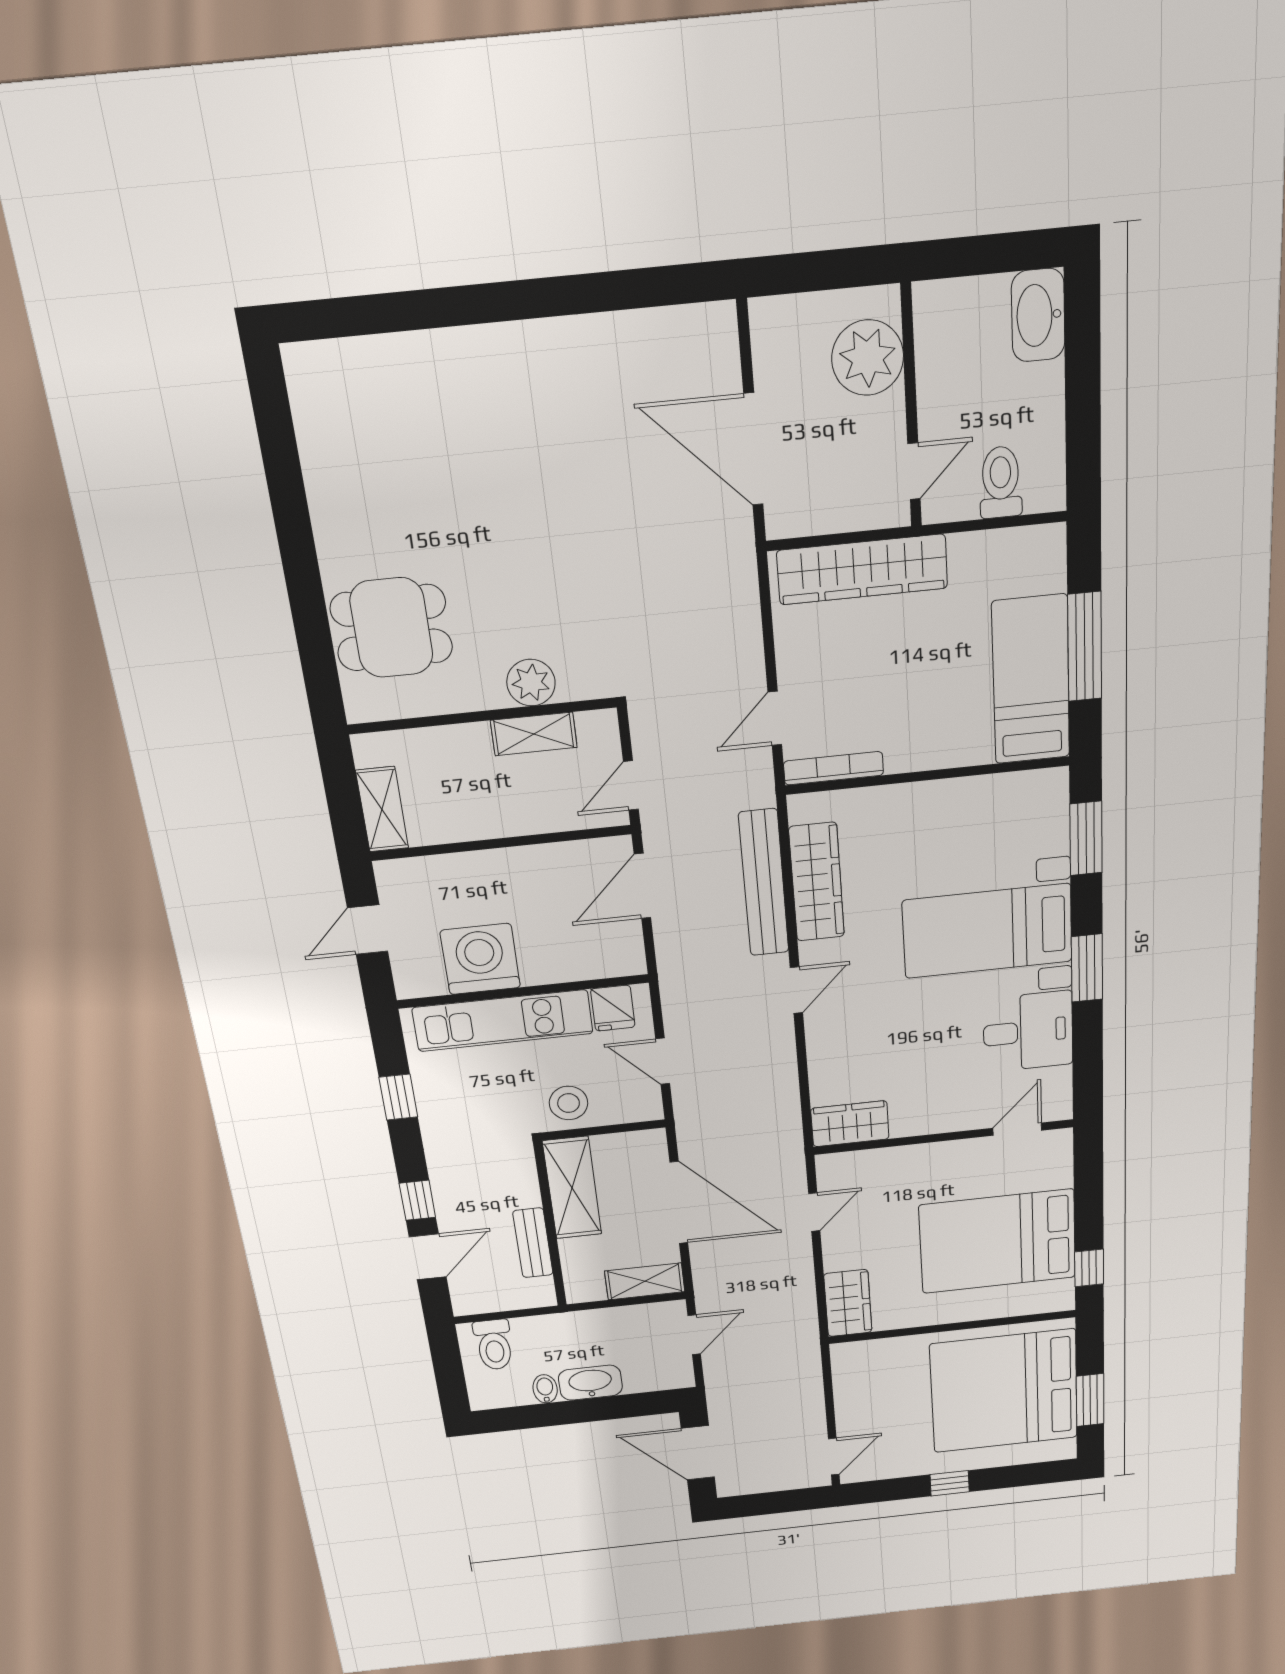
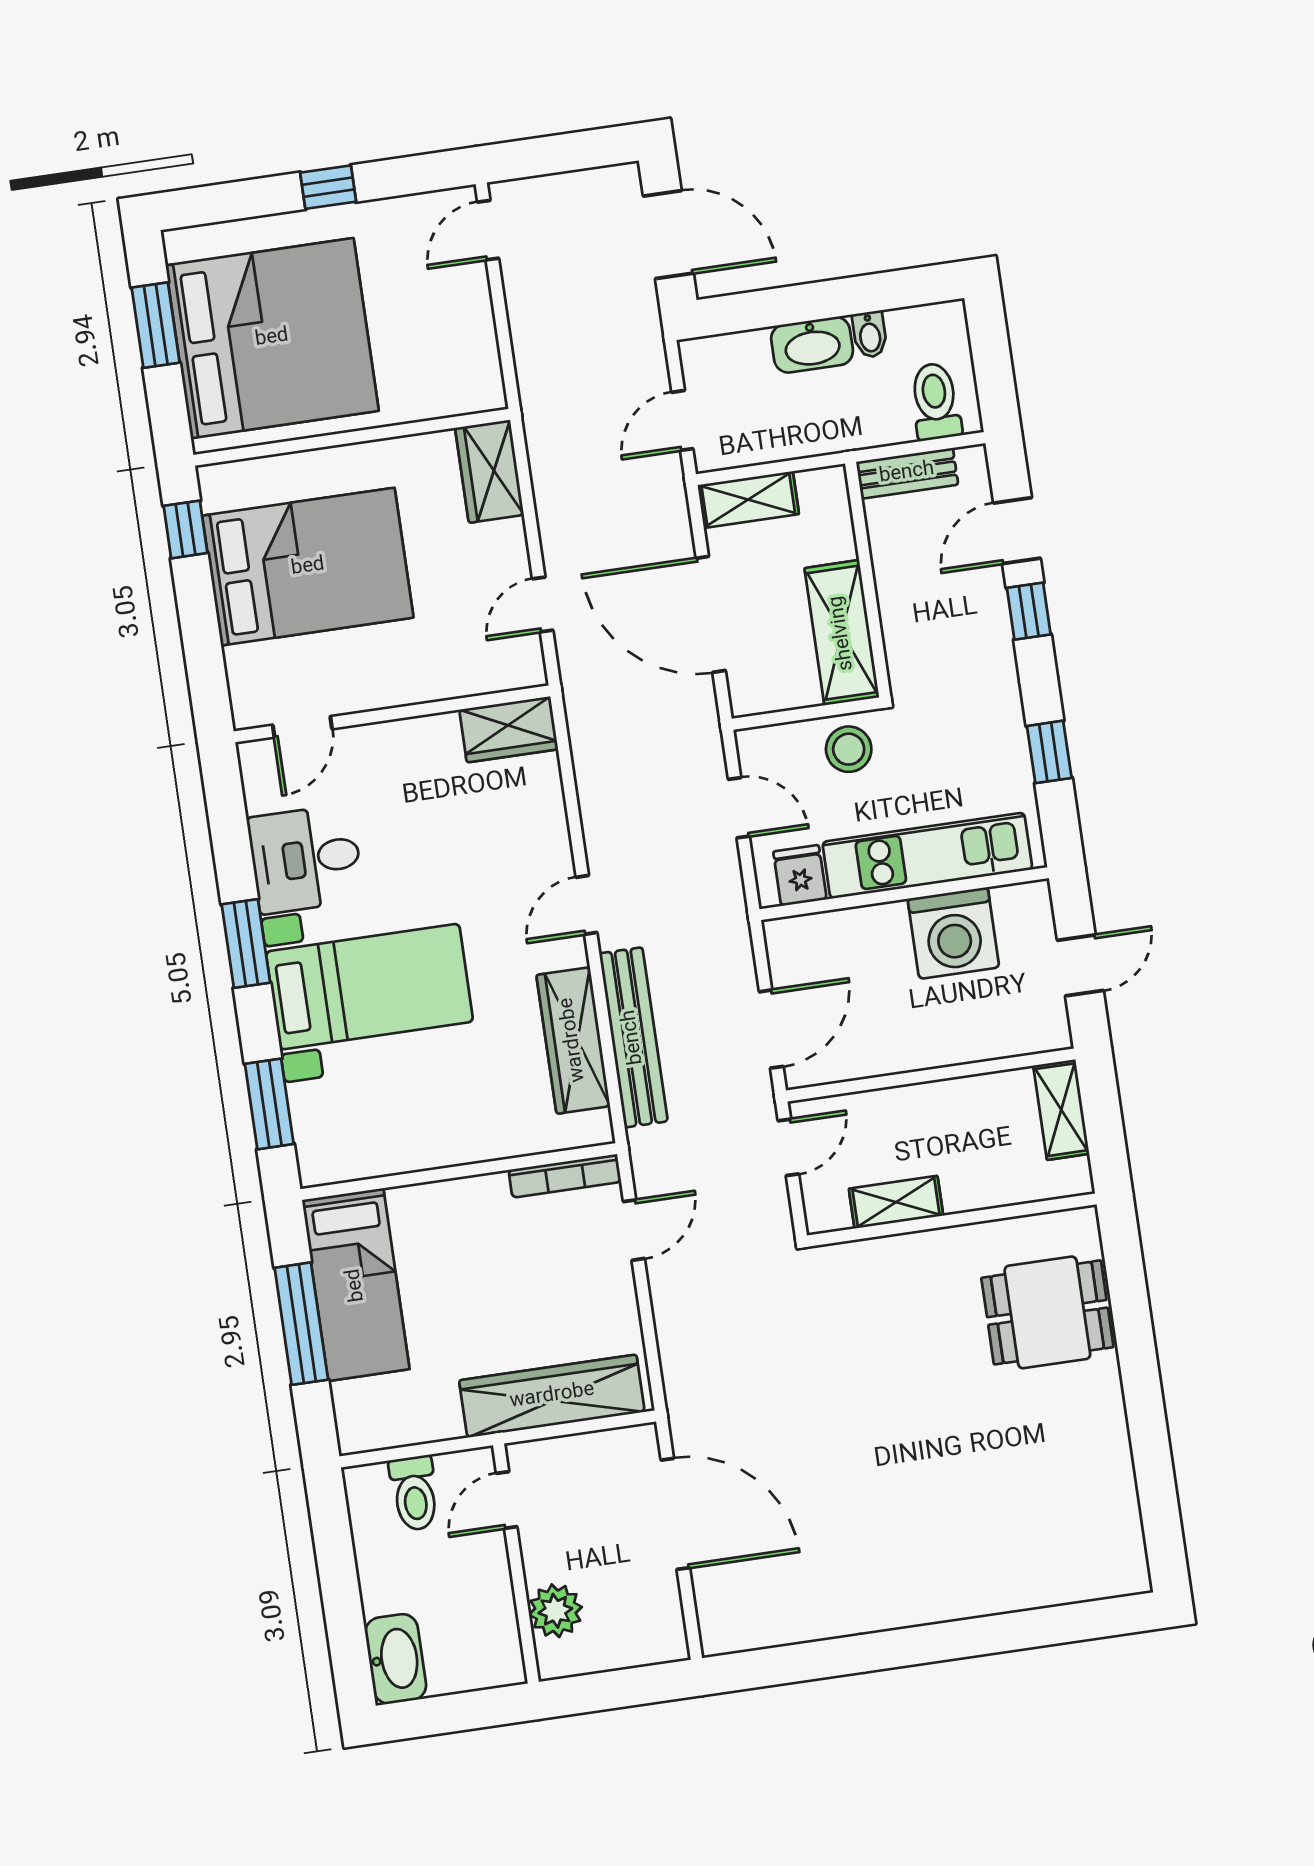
plant: (868, 358) -> (555, 1611), width x0.73, depth x0.73
plant: (531, 683) -> (900, 1259), removed
bench: (533, 1243) -> (907, 473), moved, turned 90

